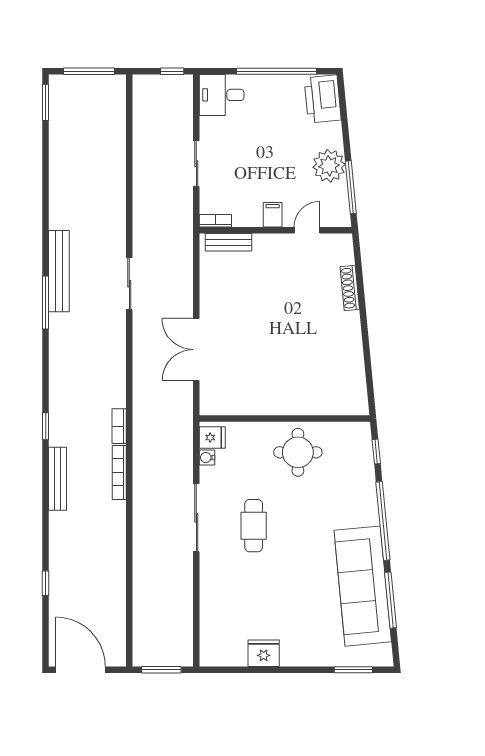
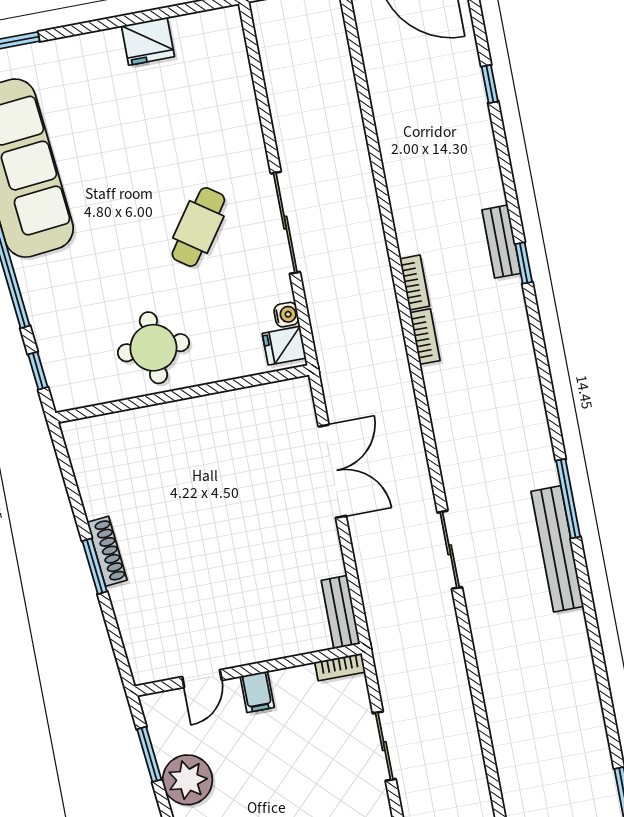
window: (351, 187) -> (149, 754), width x0.69
bench: (228, 242) -> (341, 612), moved, turned 90
shoe rack: (350, 288) -> (107, 551), moved
window: (363, 317) -> (95, 566), added
window: (46, 426) -> (524, 263), moved
bookcase: (119, 472) -> (415, 283), width x0.64
bench: (58, 479) -> (501, 242), width x0.73
cafe table: (254, 526) -> (198, 227), turned 35

